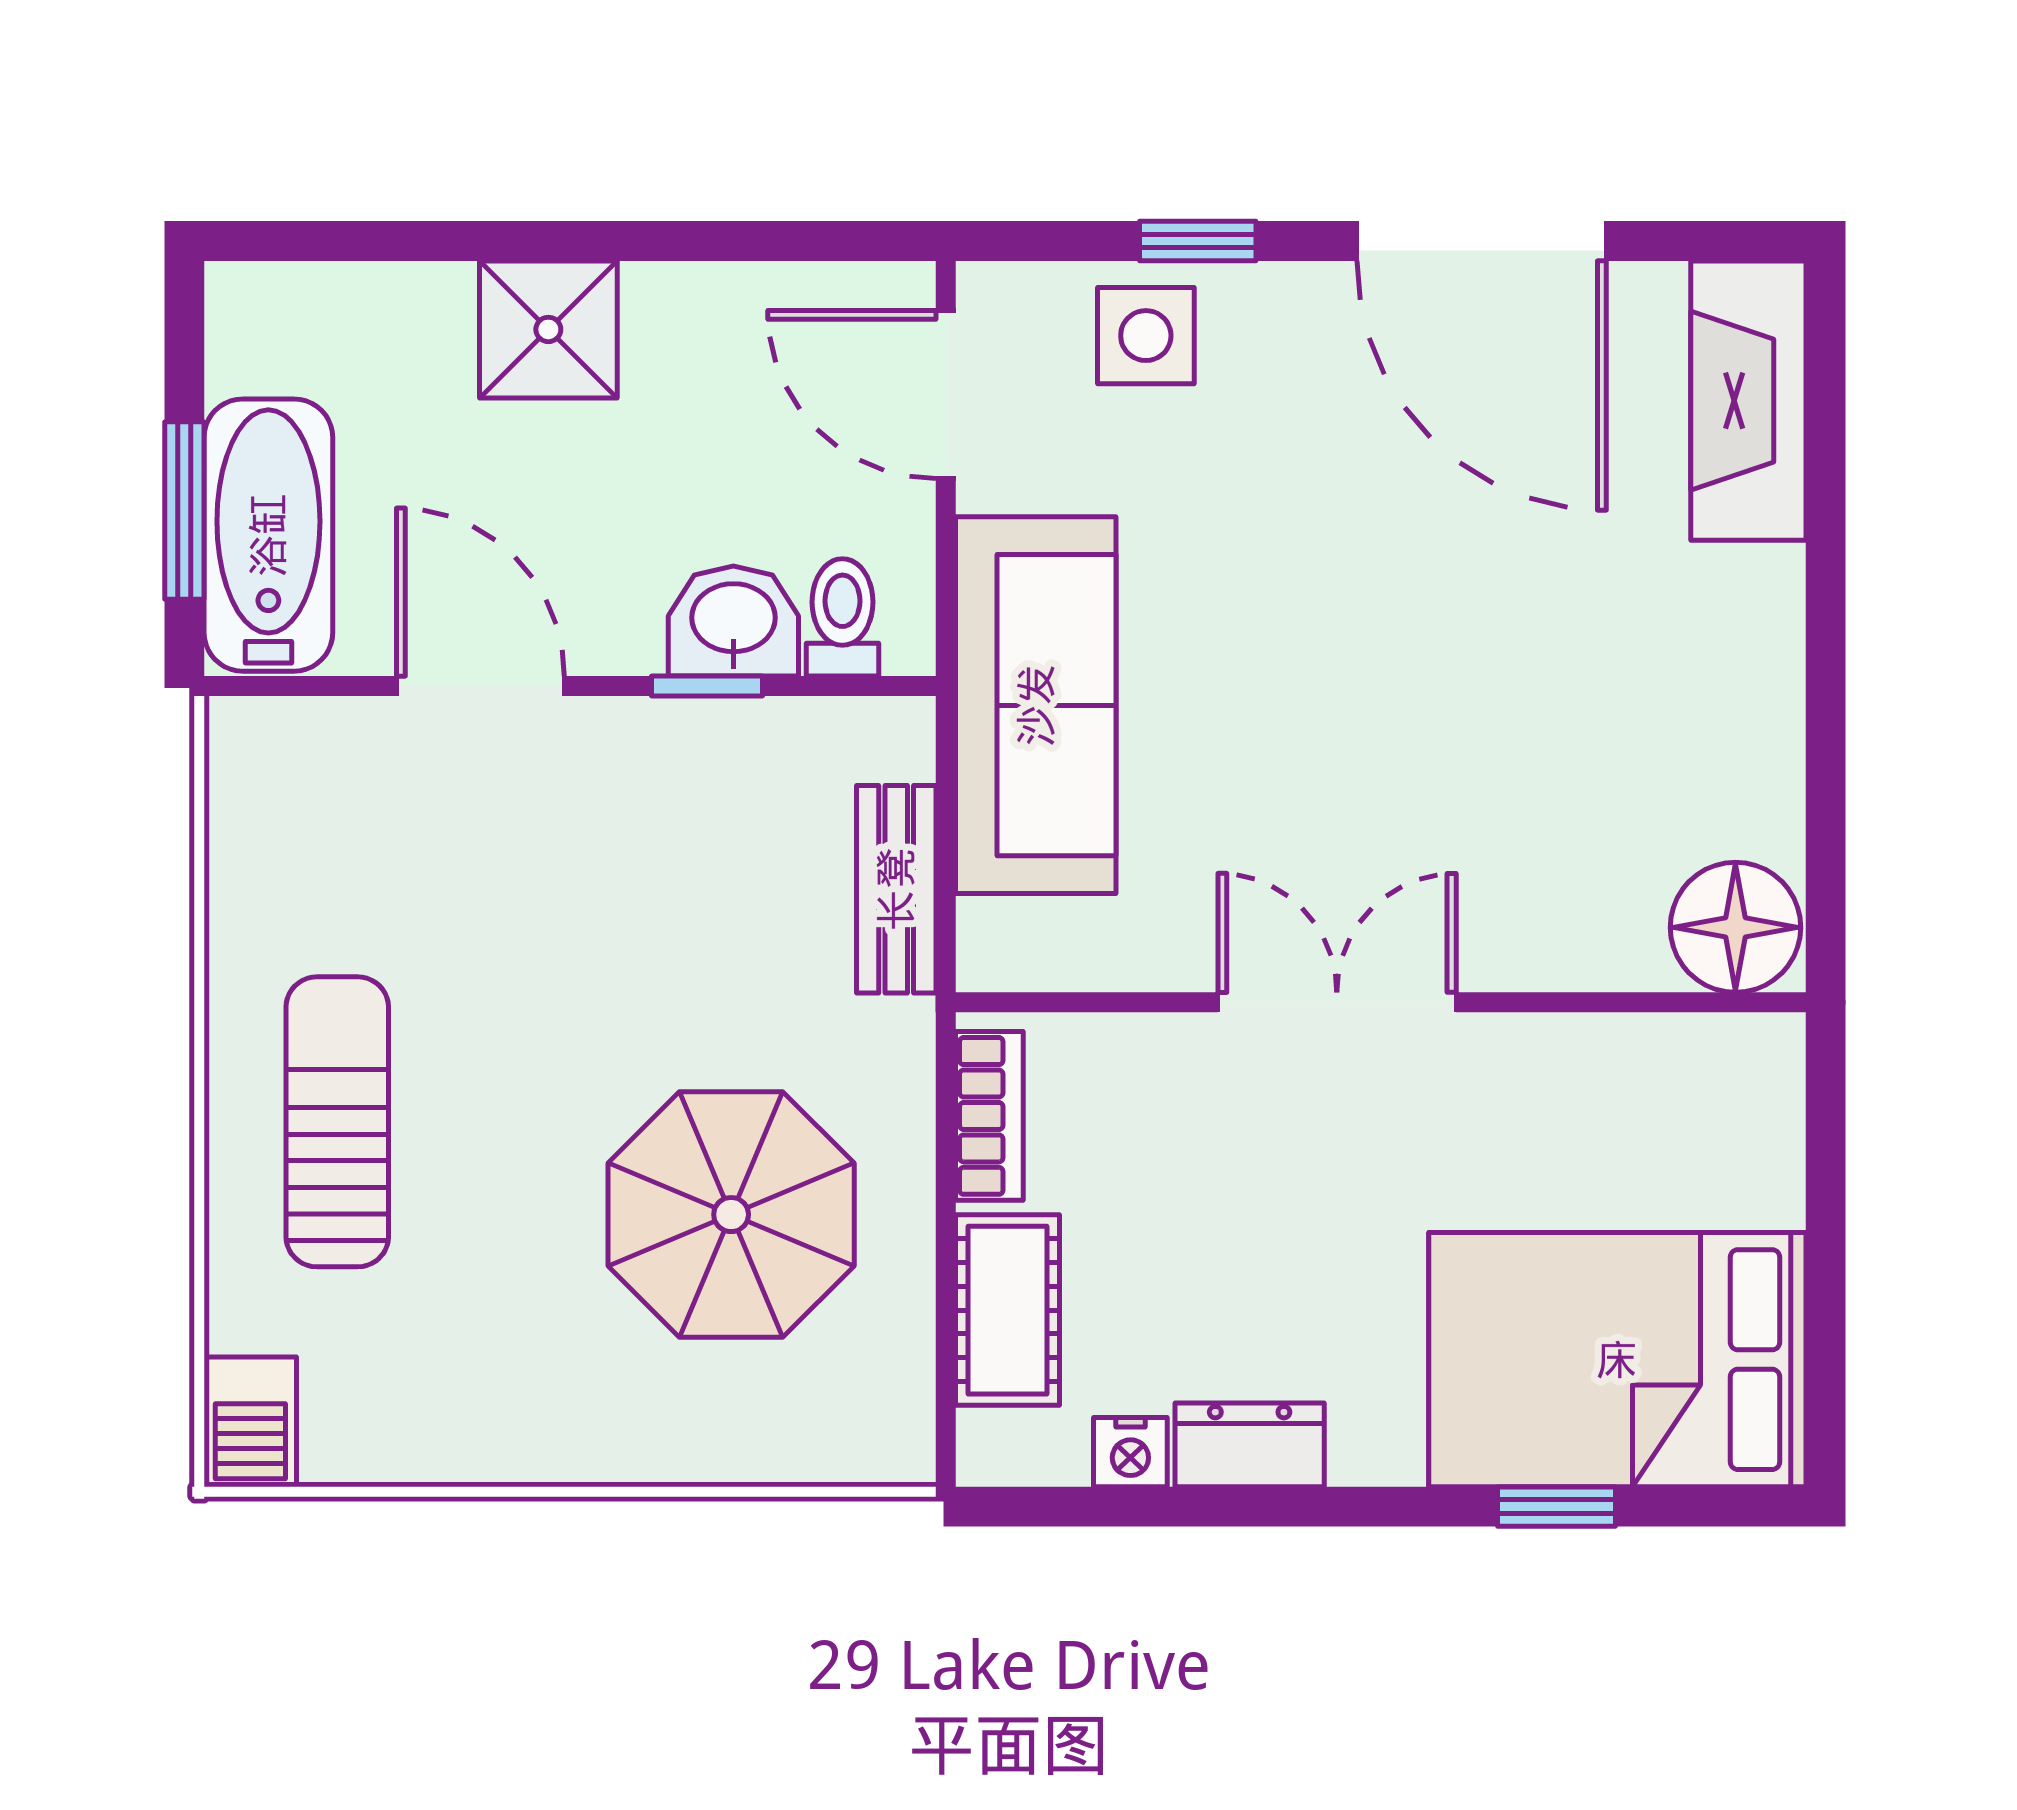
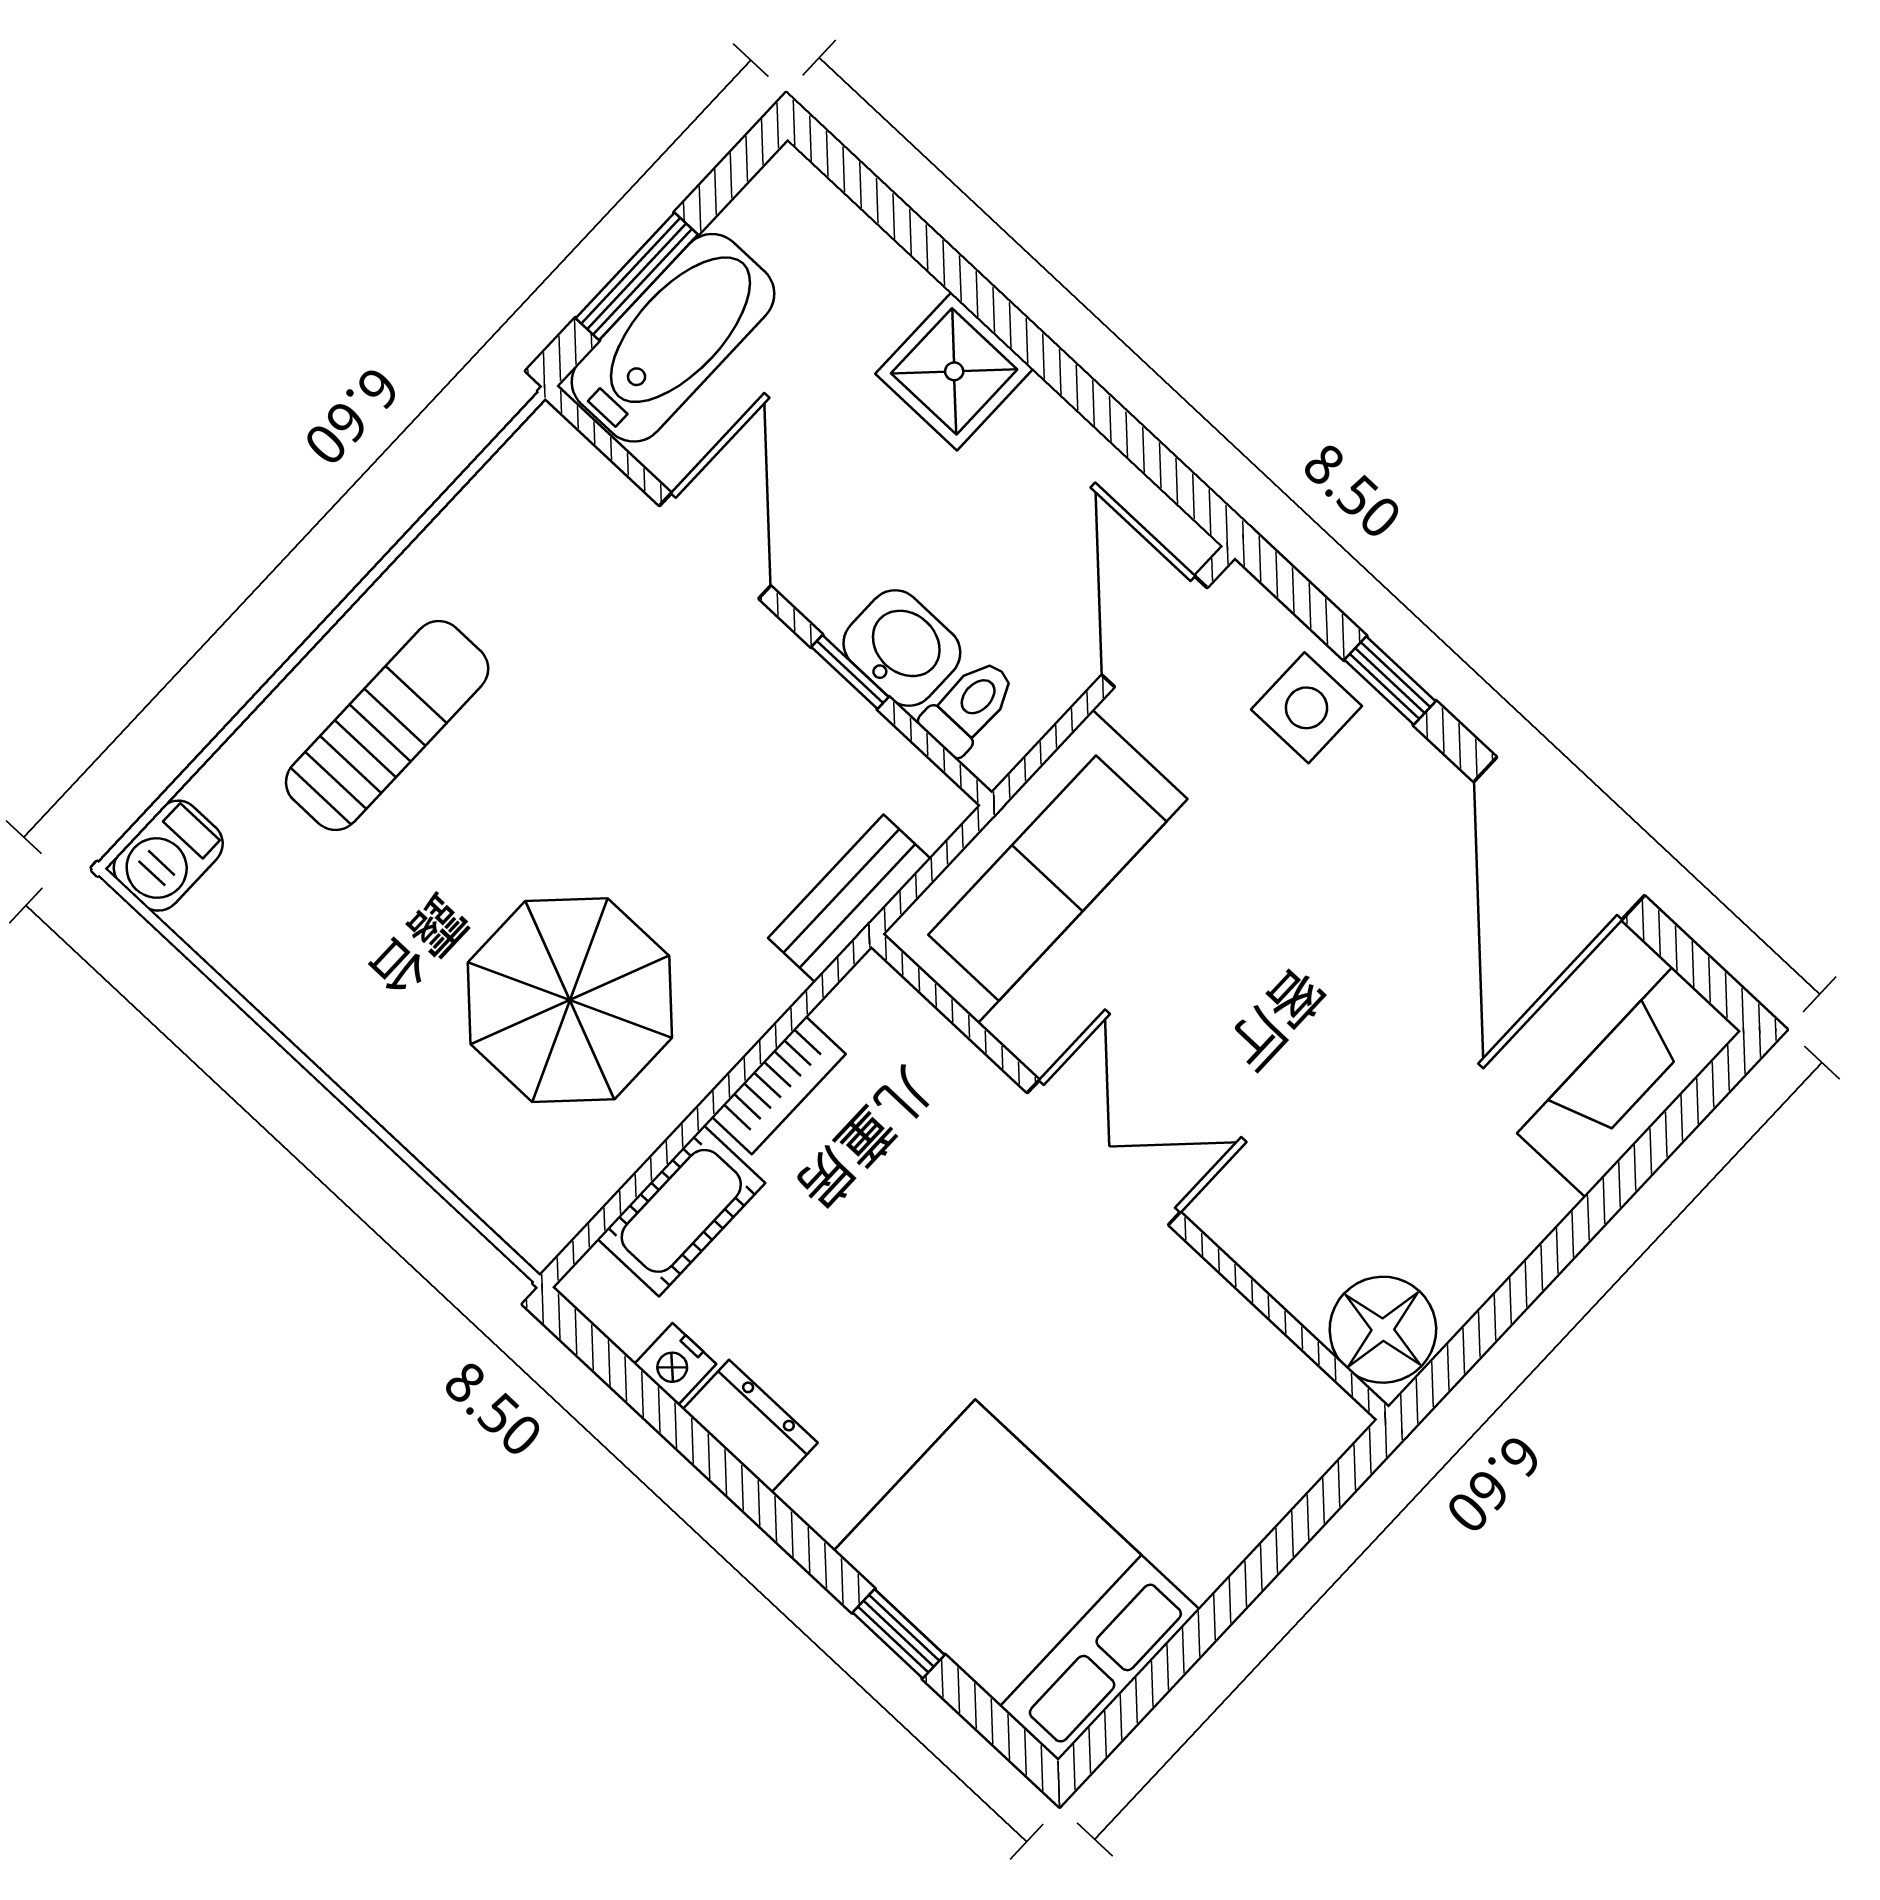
floor lamp: (1735, 927) -> (1383, 1330), moved
double door: (1337, 1002) -> (1104, 1152), moved
wall: (1381, 1002) -> (1130, 1177), moved

